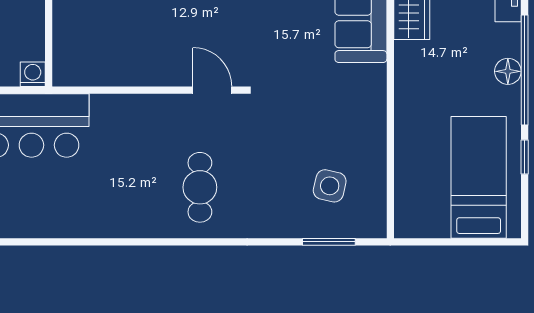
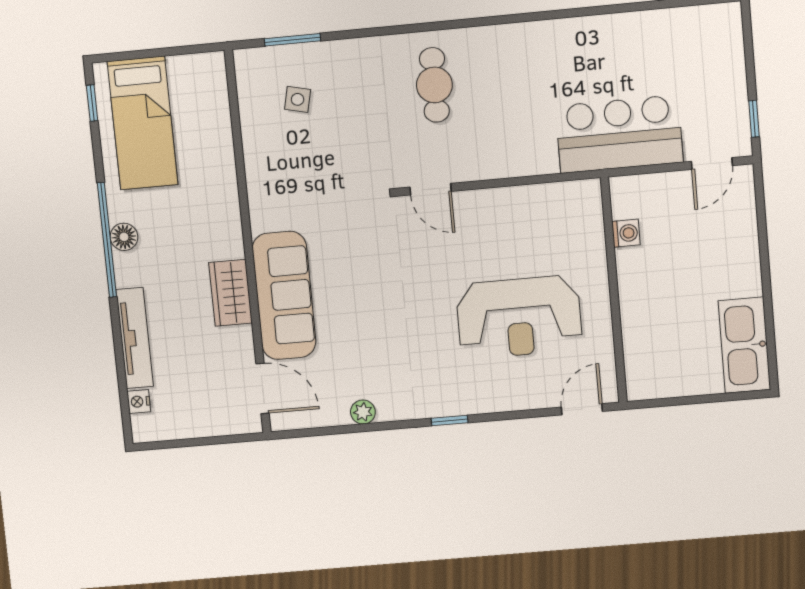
washing machine: (33, 74) -> (626, 233), moved, turned -90
window: (525, 157) -> (92, 103), moved
side table: (330, 186) -> (298, 99), width x0.73, depth x0.73

